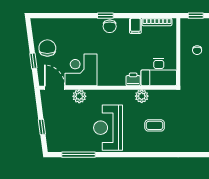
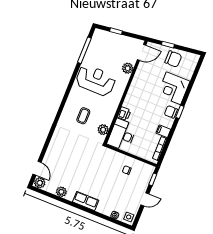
corner desk: (81, 70) -> (174, 88), moved, turned 180
plant: (142, 96) -> (103, 130), moved

